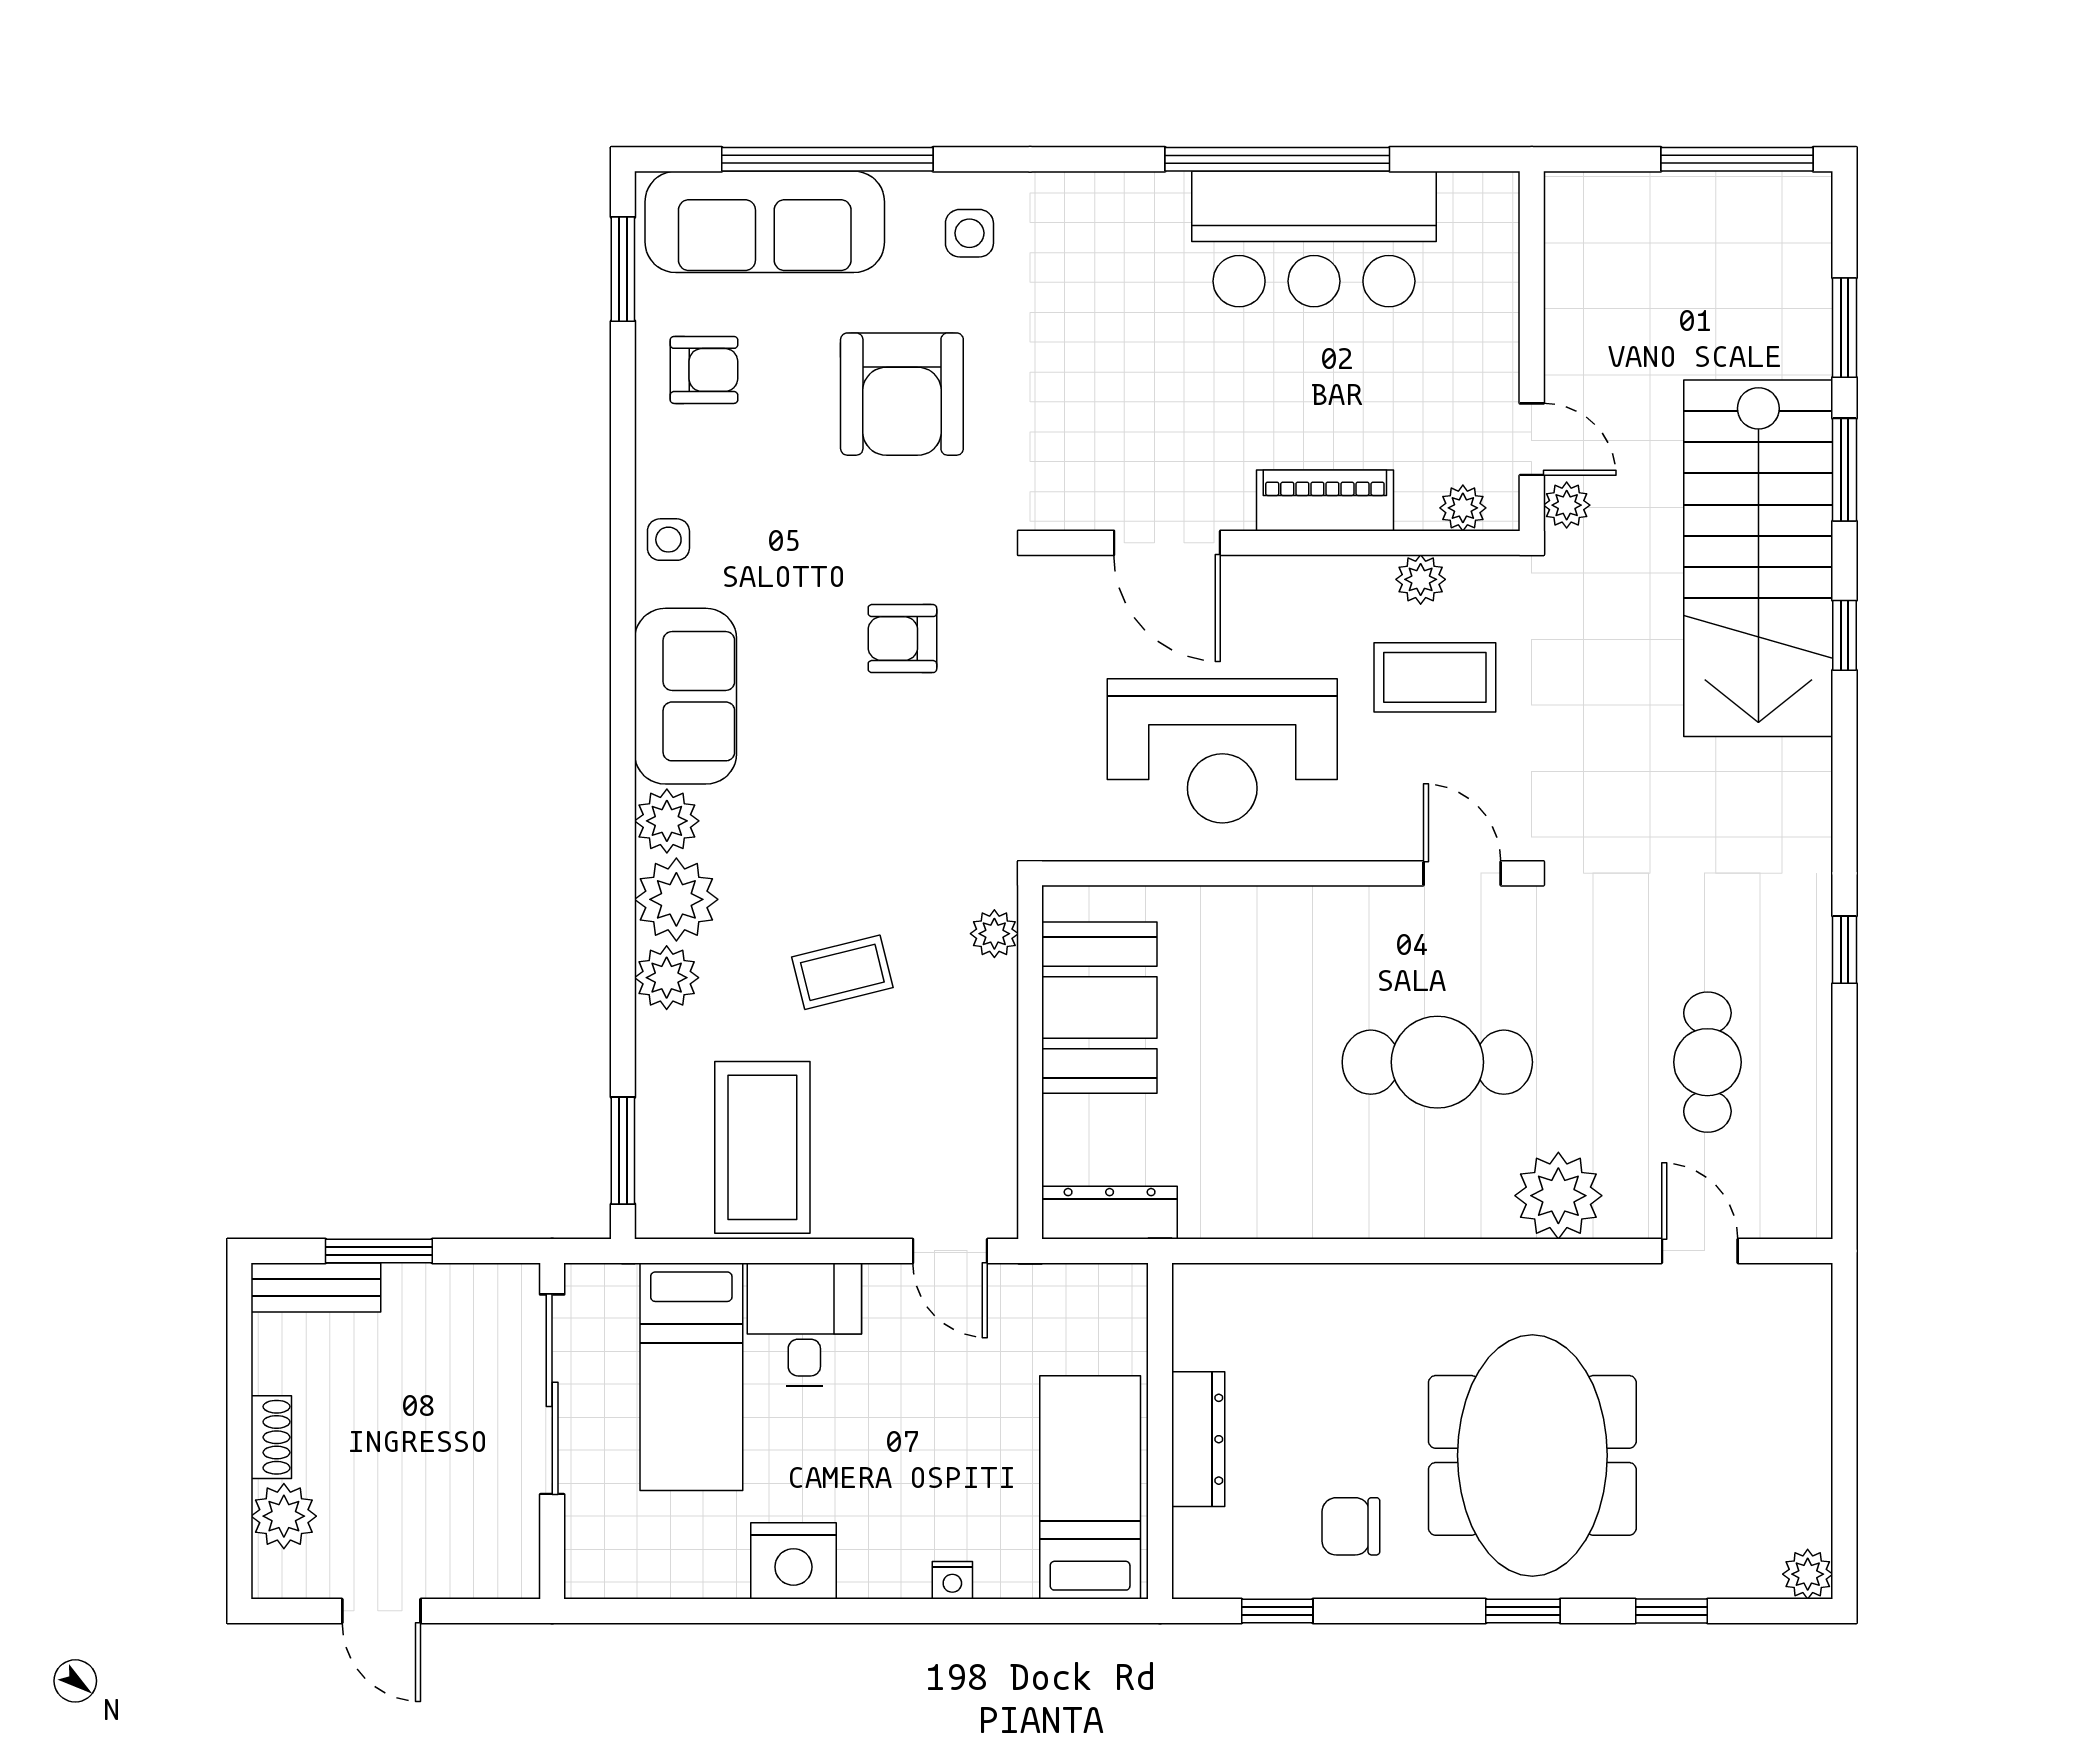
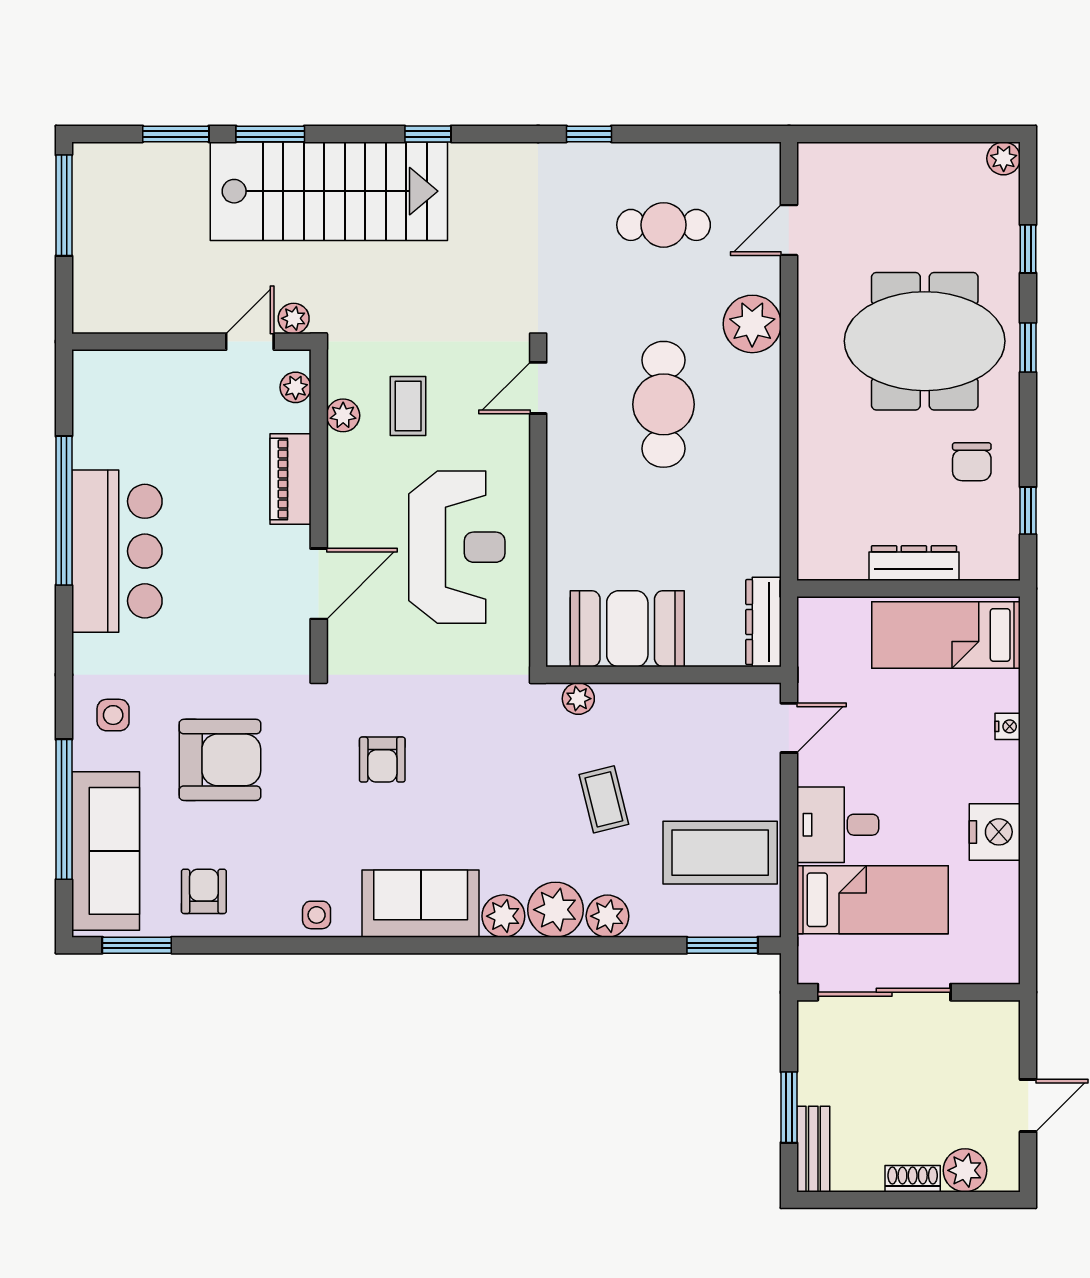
bar counter: (1314, 239) -> (117, 551), moved
window: (1844, 635) -> (428, 134), moved
coffee table: (1435, 677) -> (408, 406), width x0.73, depth x0.77

